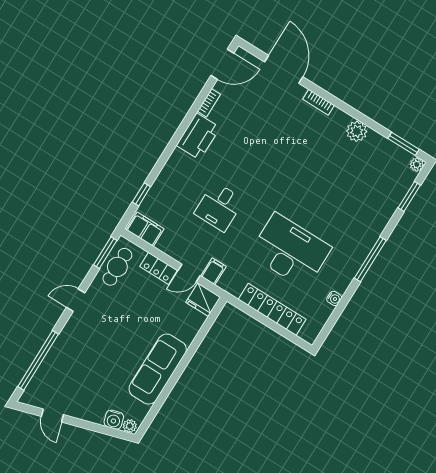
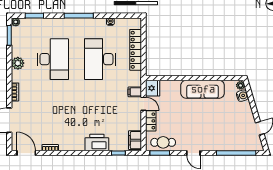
printer: (198, 136) -> (97, 143), moved
desk: (219, 207) -> (53, 59), moved, width x1.87, depth x1.30

